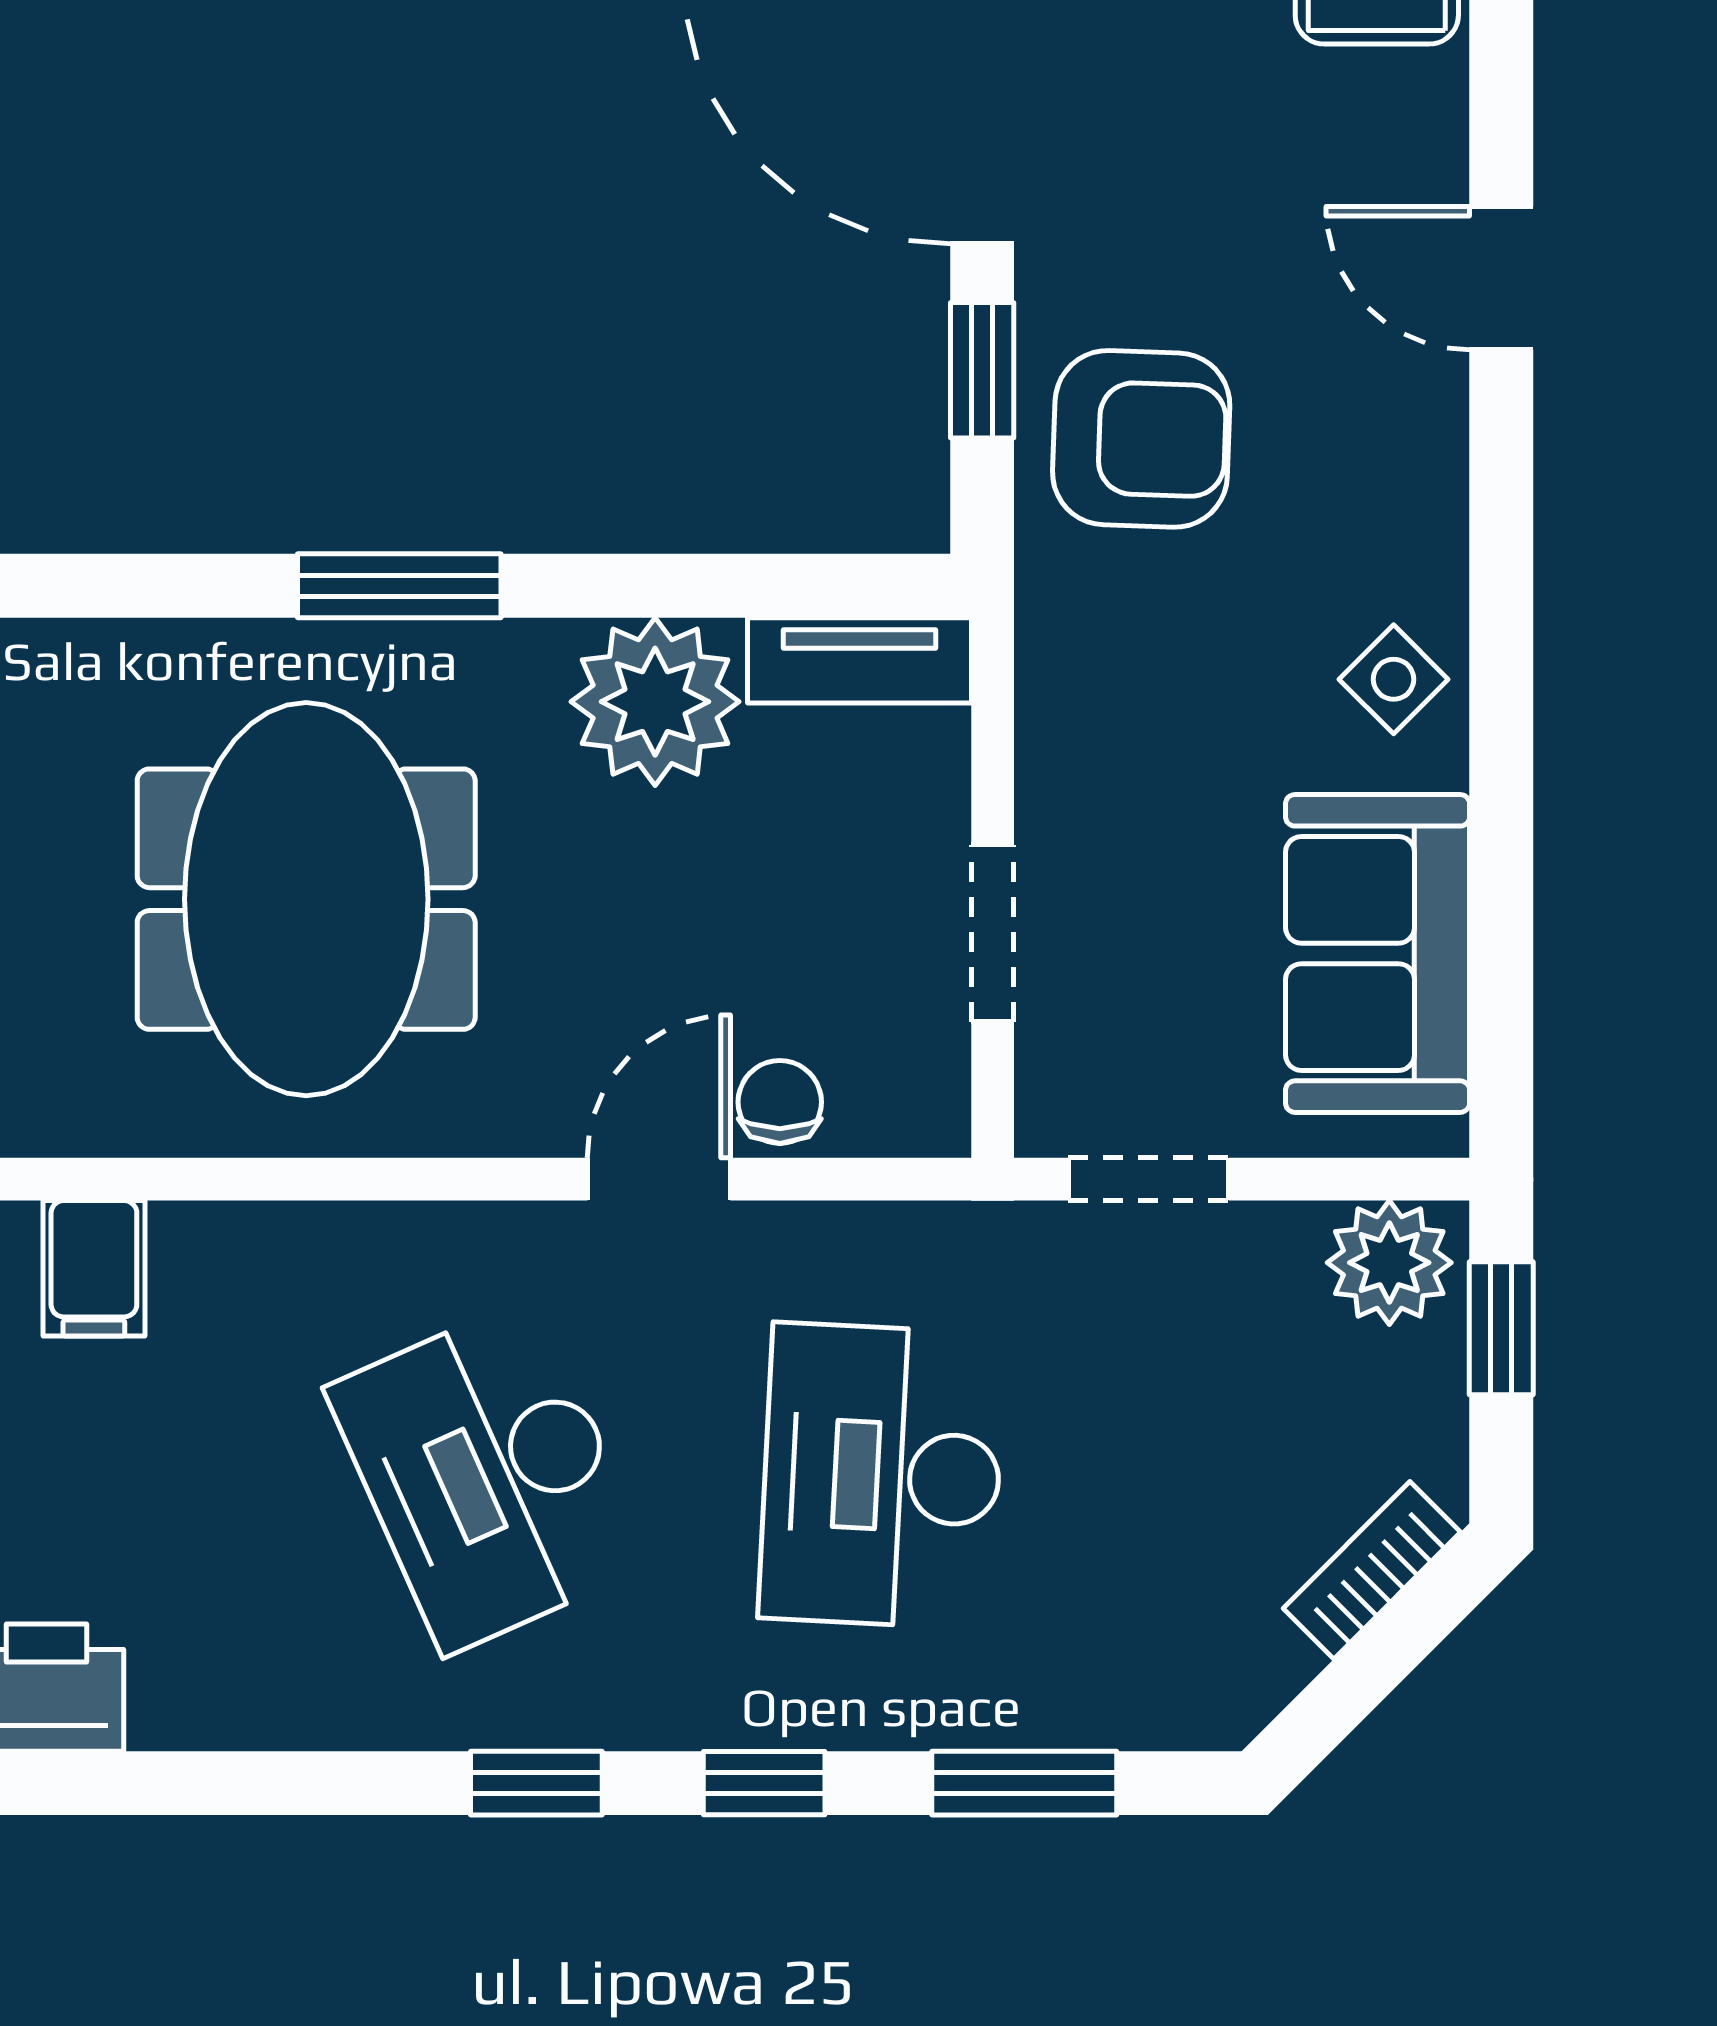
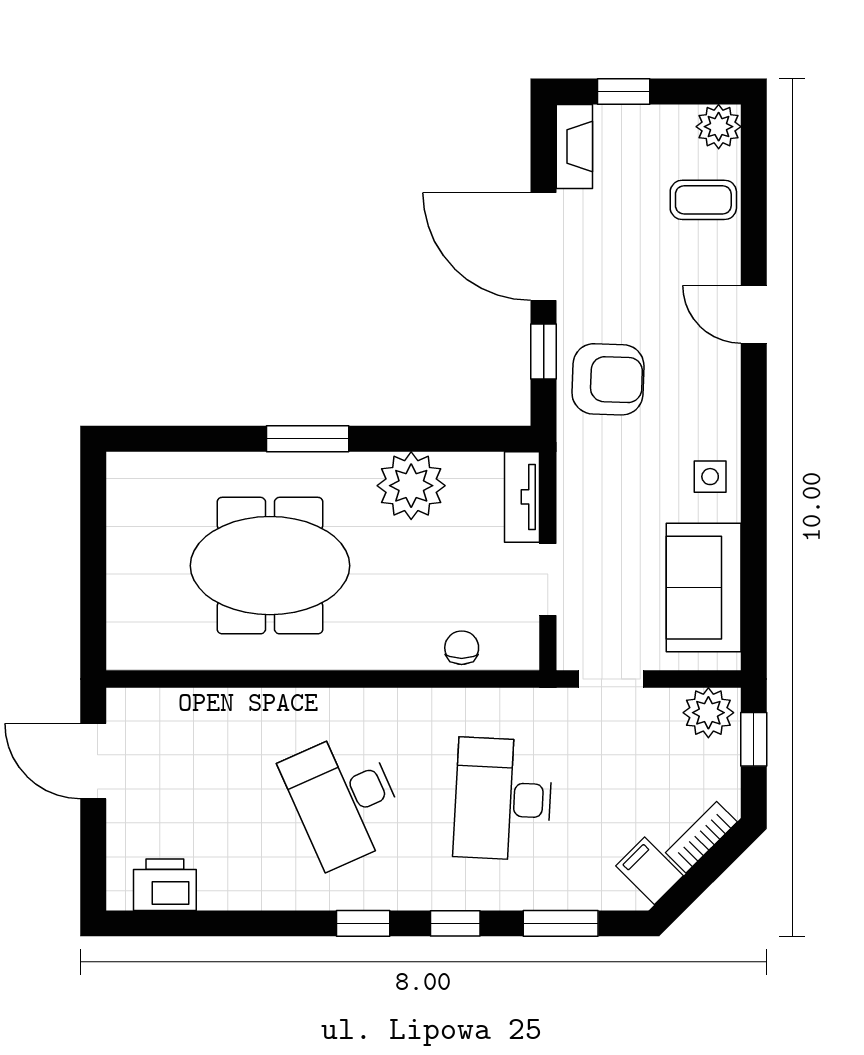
tv unit: (860, 660) -> (522, 497), moved, turned 90
side table: (1394, 679) -> (710, 477), turned 45
meeting table: (306, 899) -> (270, 566), turned 90
door: (659, 1179) -> (413, 679), removed
filing cabinet: (94, 1268) -> (649, 871), moved, turned 135

